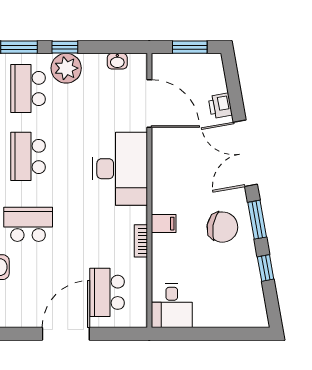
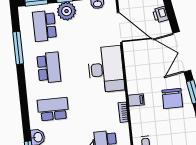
printer: (220, 106) -> (161, 14), moved
school desk: (28, 156) -> (49, 68), turned 180
chair: (222, 227) -> (172, 98), turned 80

